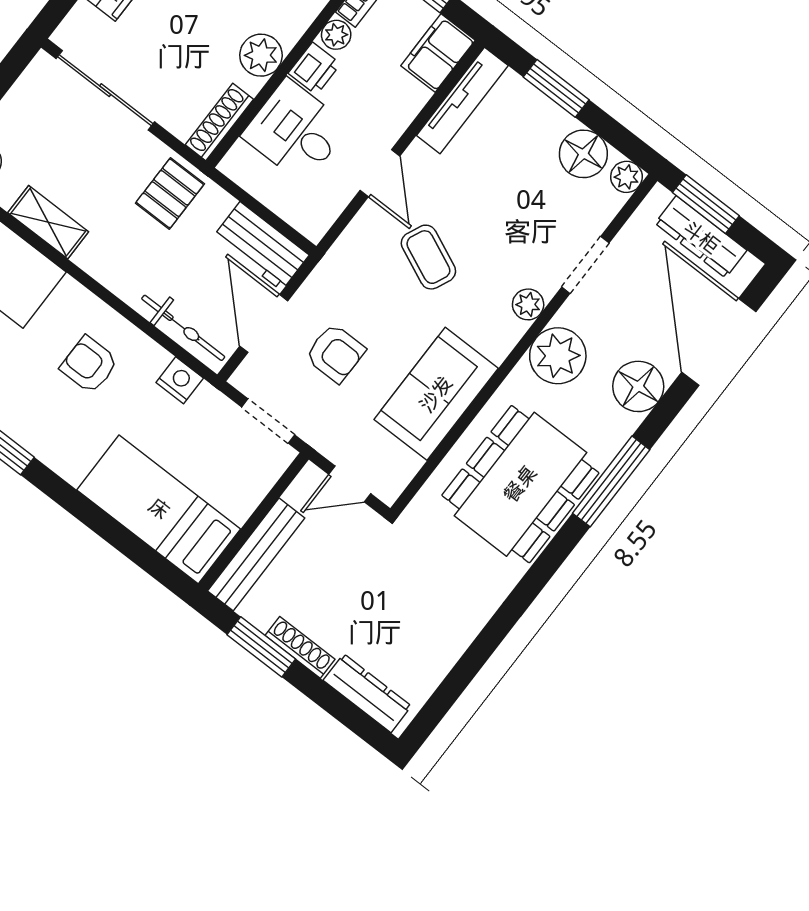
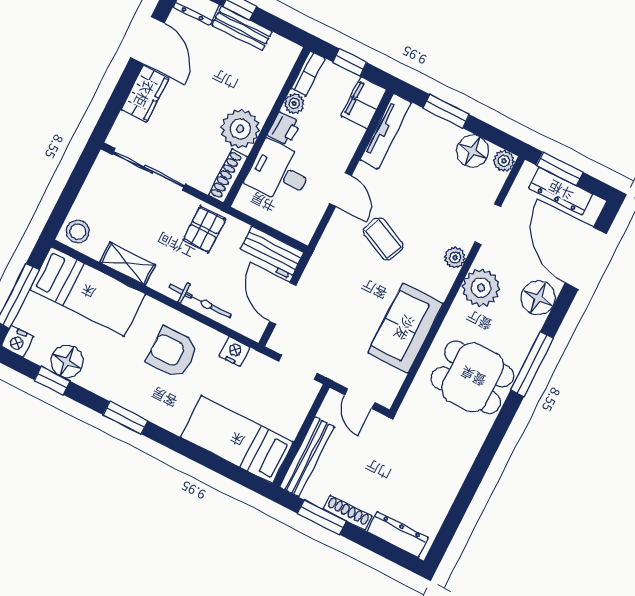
plant: (261, 55) -> (240, 129), width x1.36, depth x1.36
bicycle: (183, 328) -> (200, 301), moved
armchair: (335, 353) -> (334, 314), removed
armchair: (89, 365) -> (172, 353), width x1.38, depth x1.38
door: (350, 484) -> (360, 399), hinge flipped
dining table: (520, 484) -> (473, 377), width x0.73

